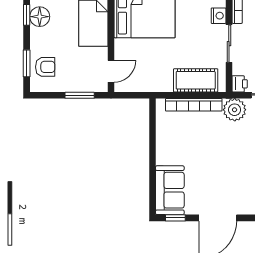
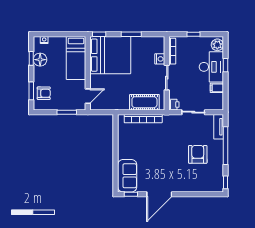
plant: (235, 110) -> (170, 122), removed

